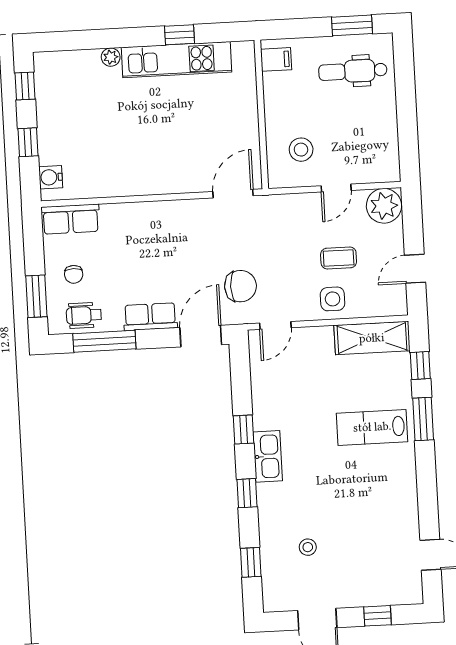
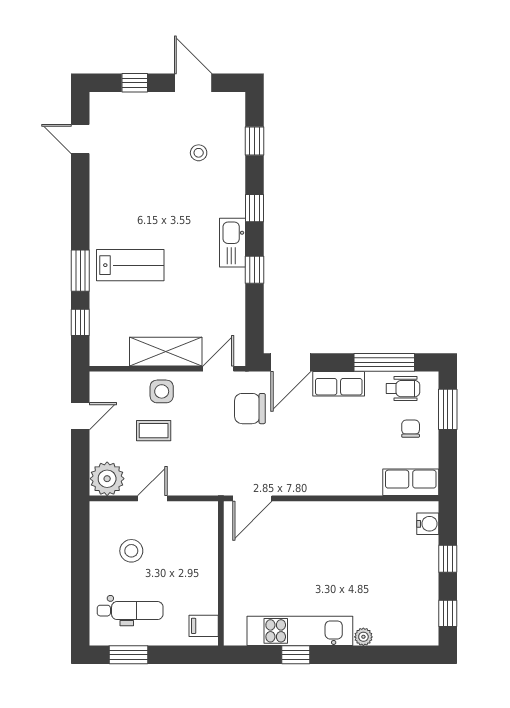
stool: (301, 150) -> (131, 551), moved
shelving: (372, 338) -> (166, 352), moved

